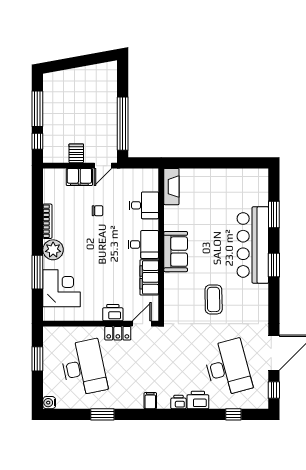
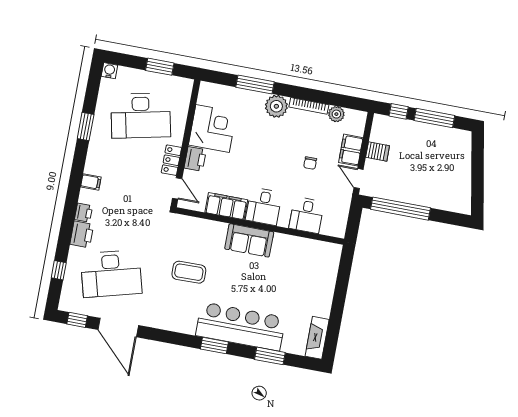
fireplace: (171, 187) -> (317, 338), moved, turned 90
plant: (50, 196) -> (336, 114), added
corner desk: (62, 288) -> (213, 128), moved, turned -90

